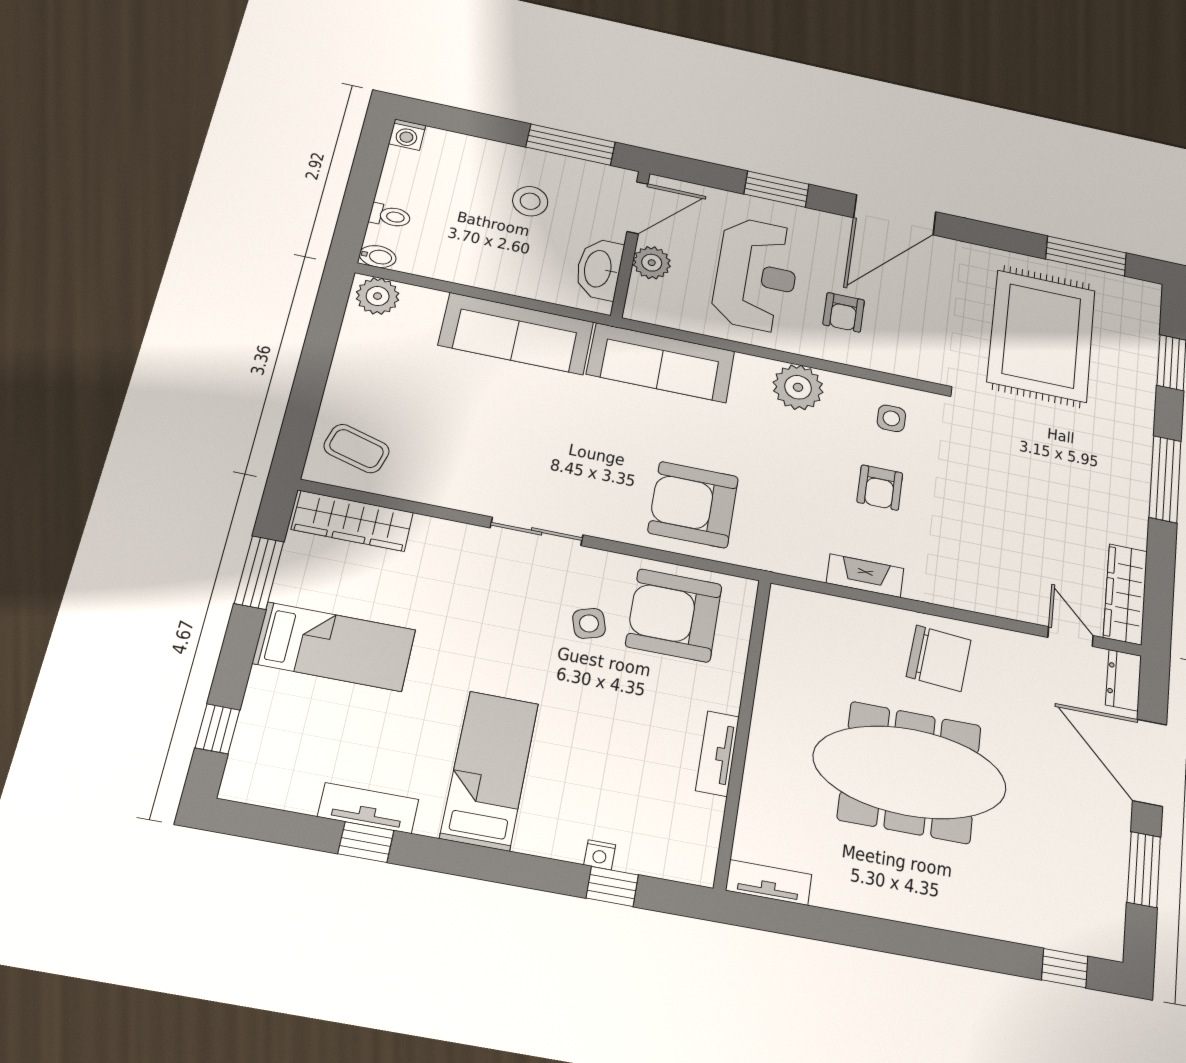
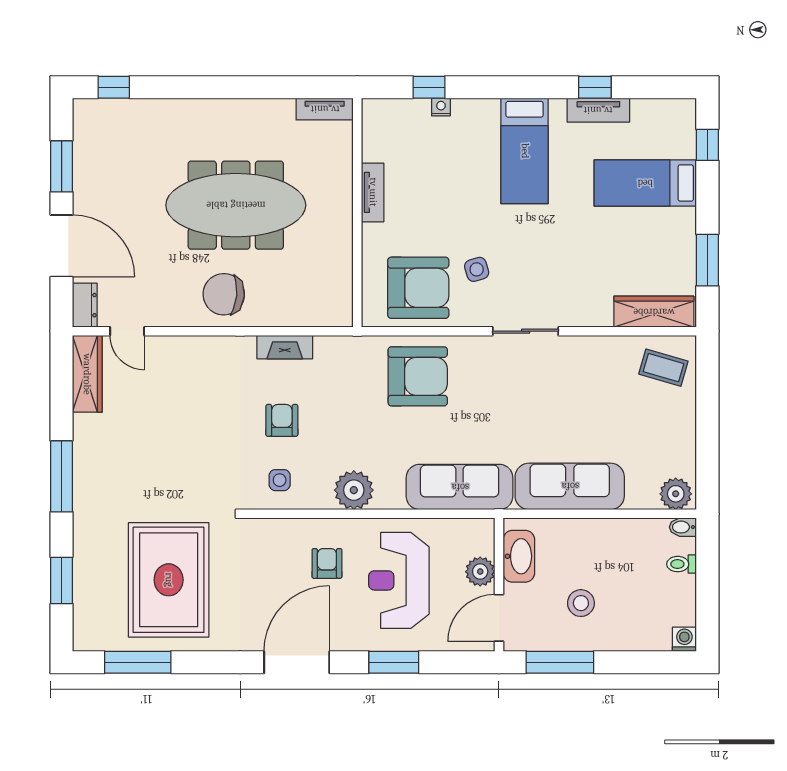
bed: (334, 647) -> (645, 183), moved

